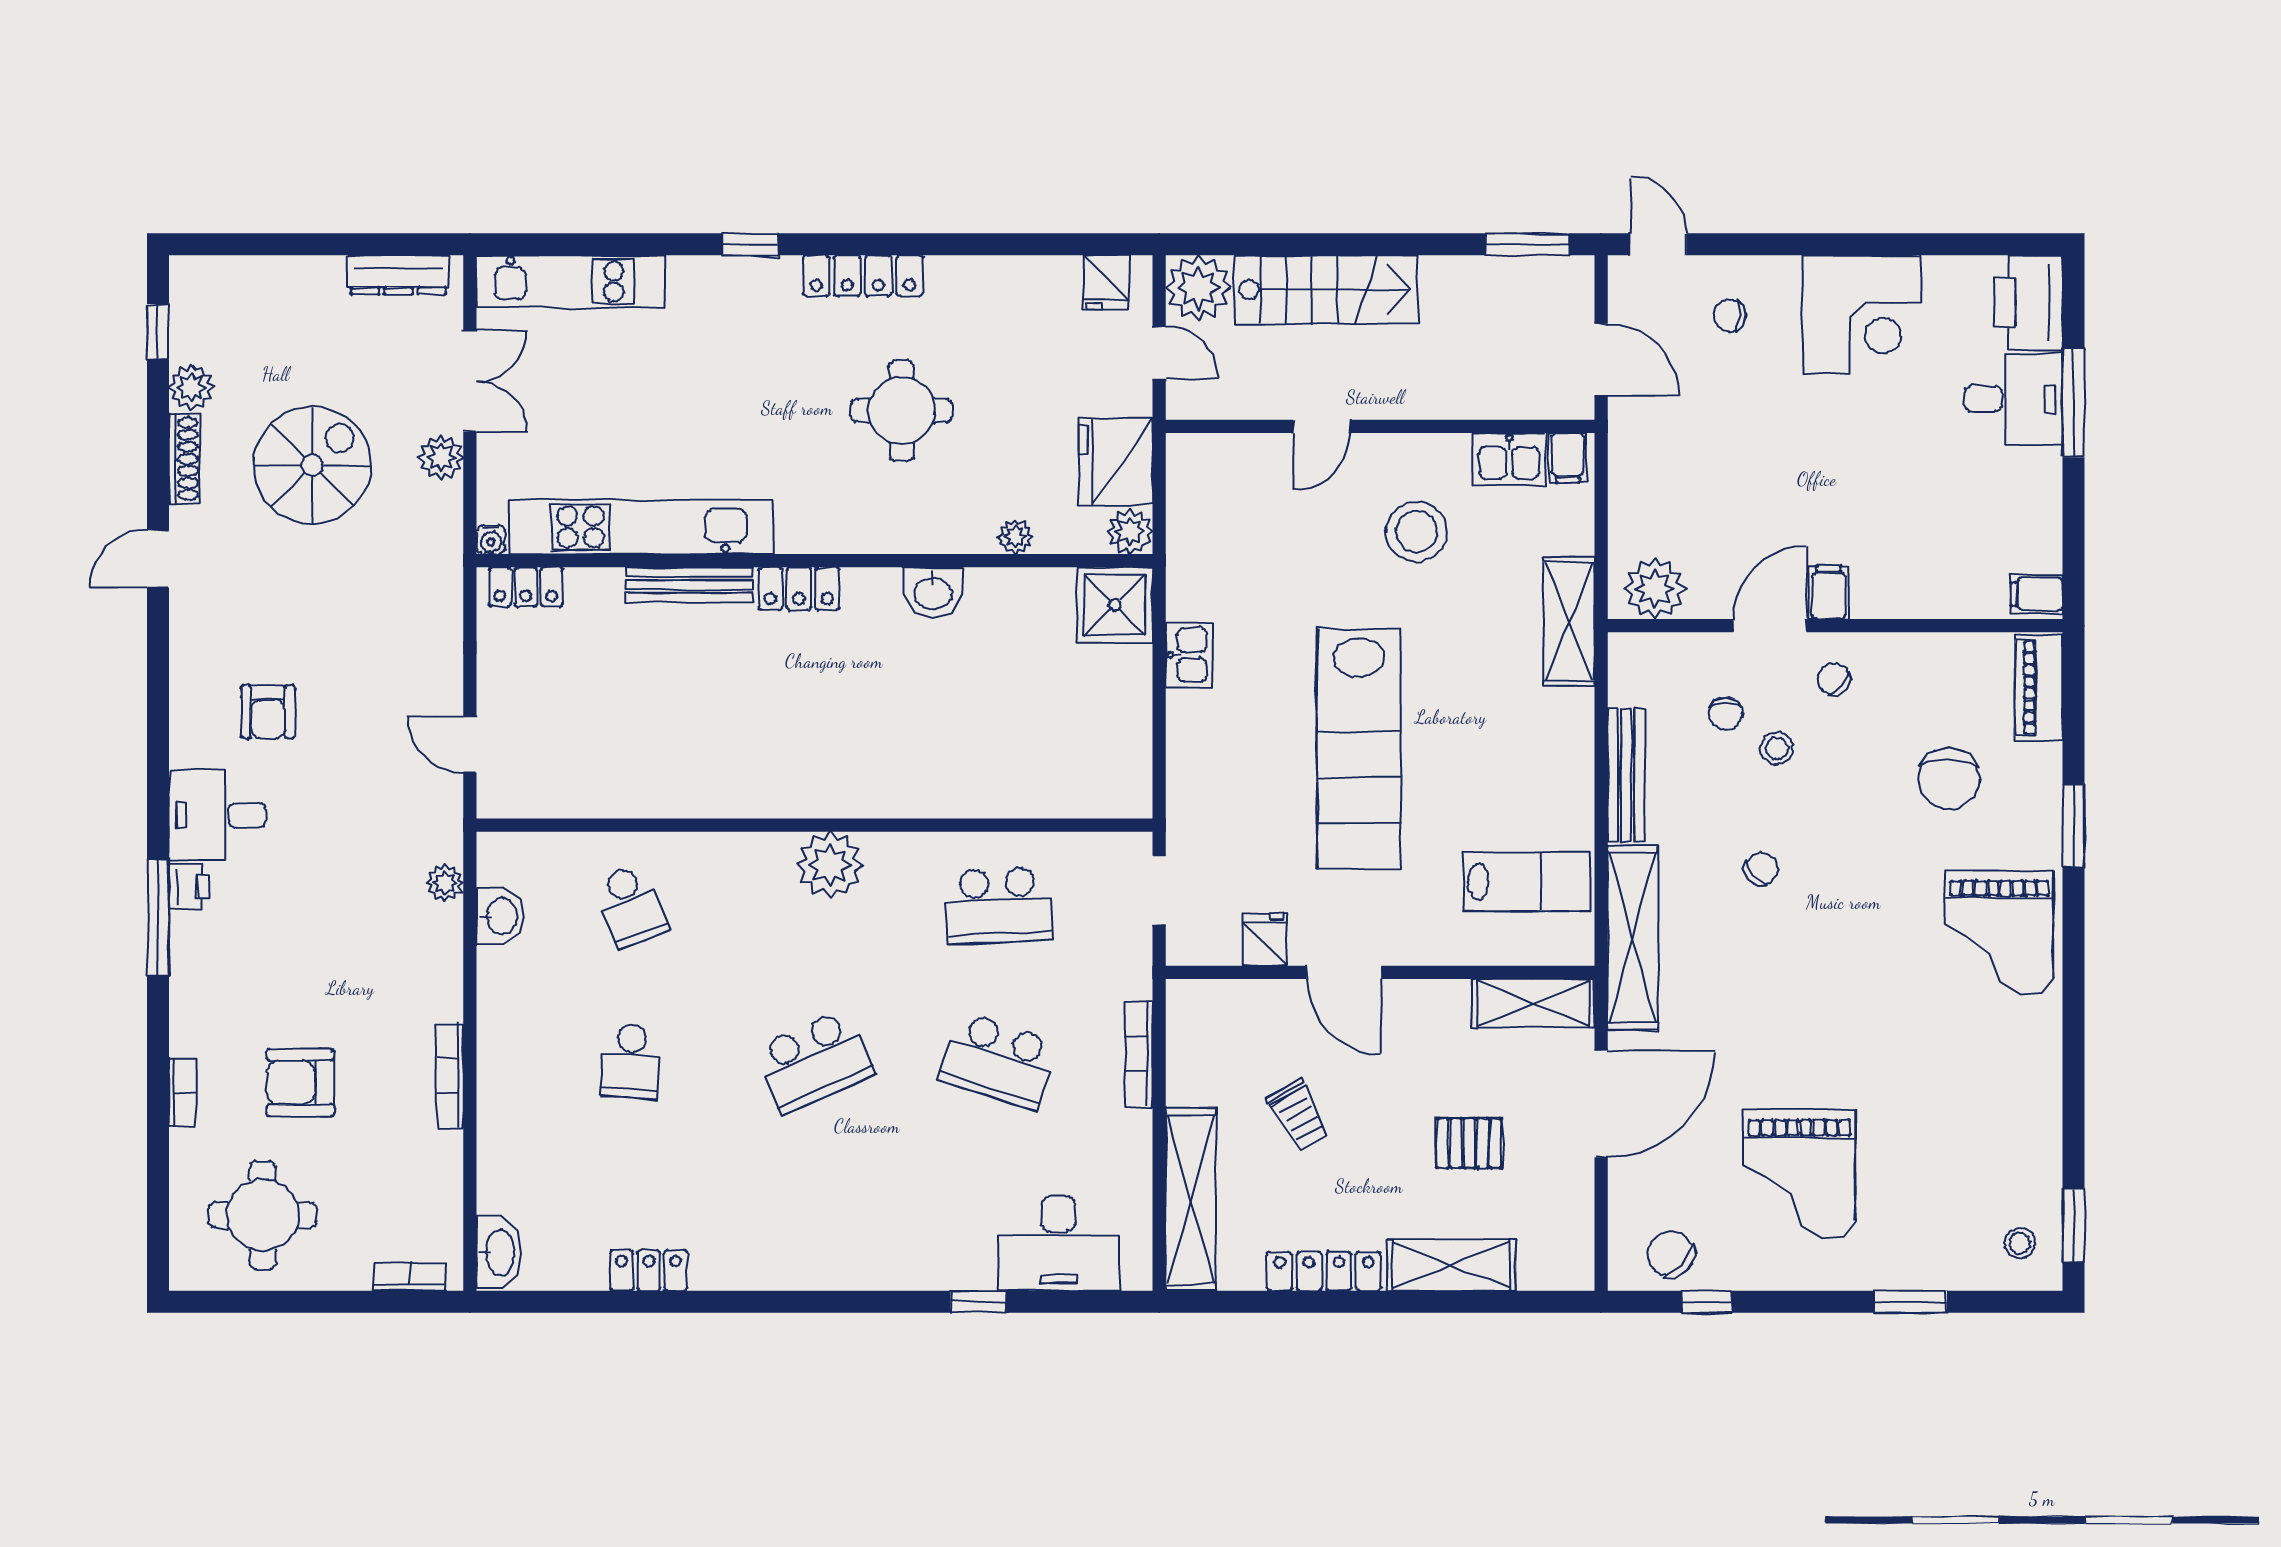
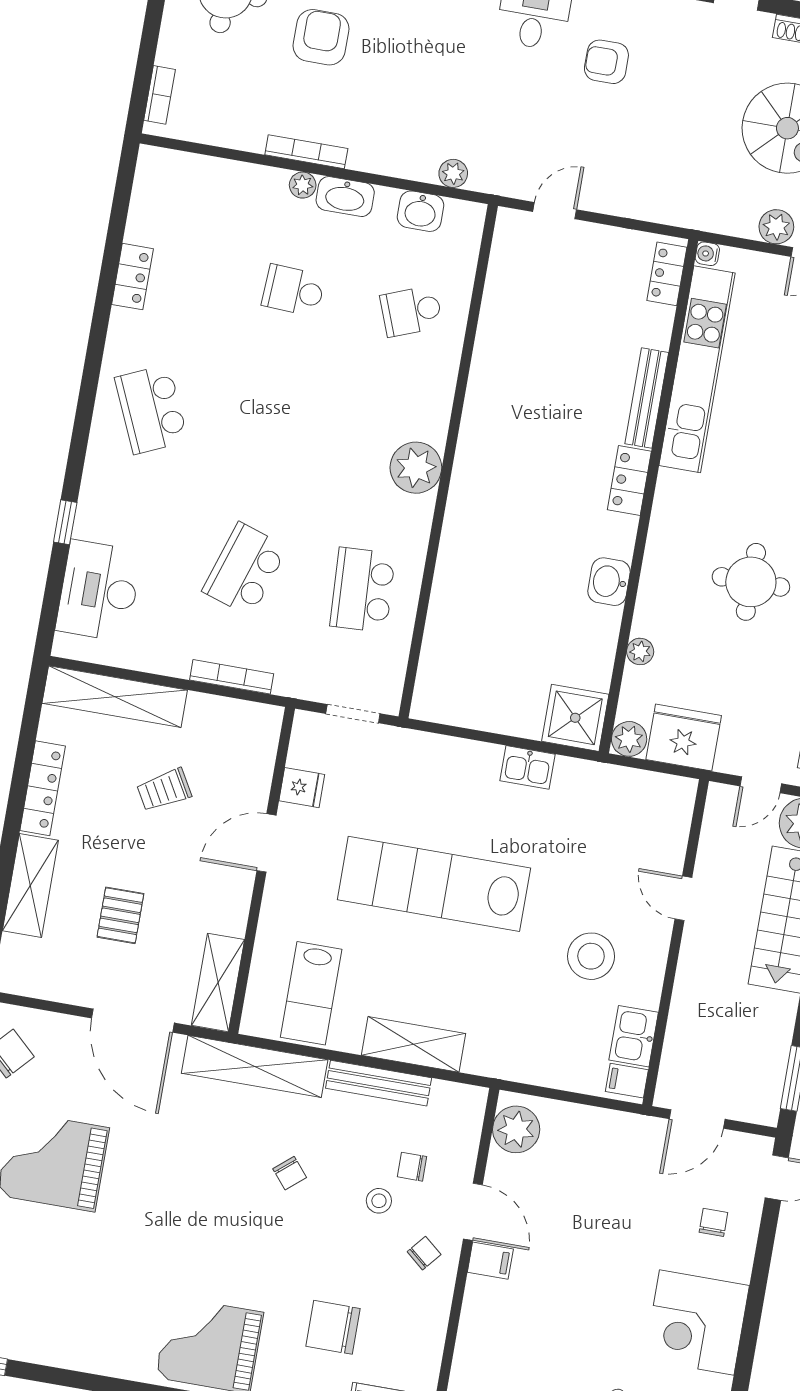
shelving: (1569, 621) -> (414, 1044), moved
school desk: (815, 1061) -> (151, 409), moved
plant: (494, 1073) -> (303, 185), added
washbasin: (499, 1252) -> (345, 197), moved

